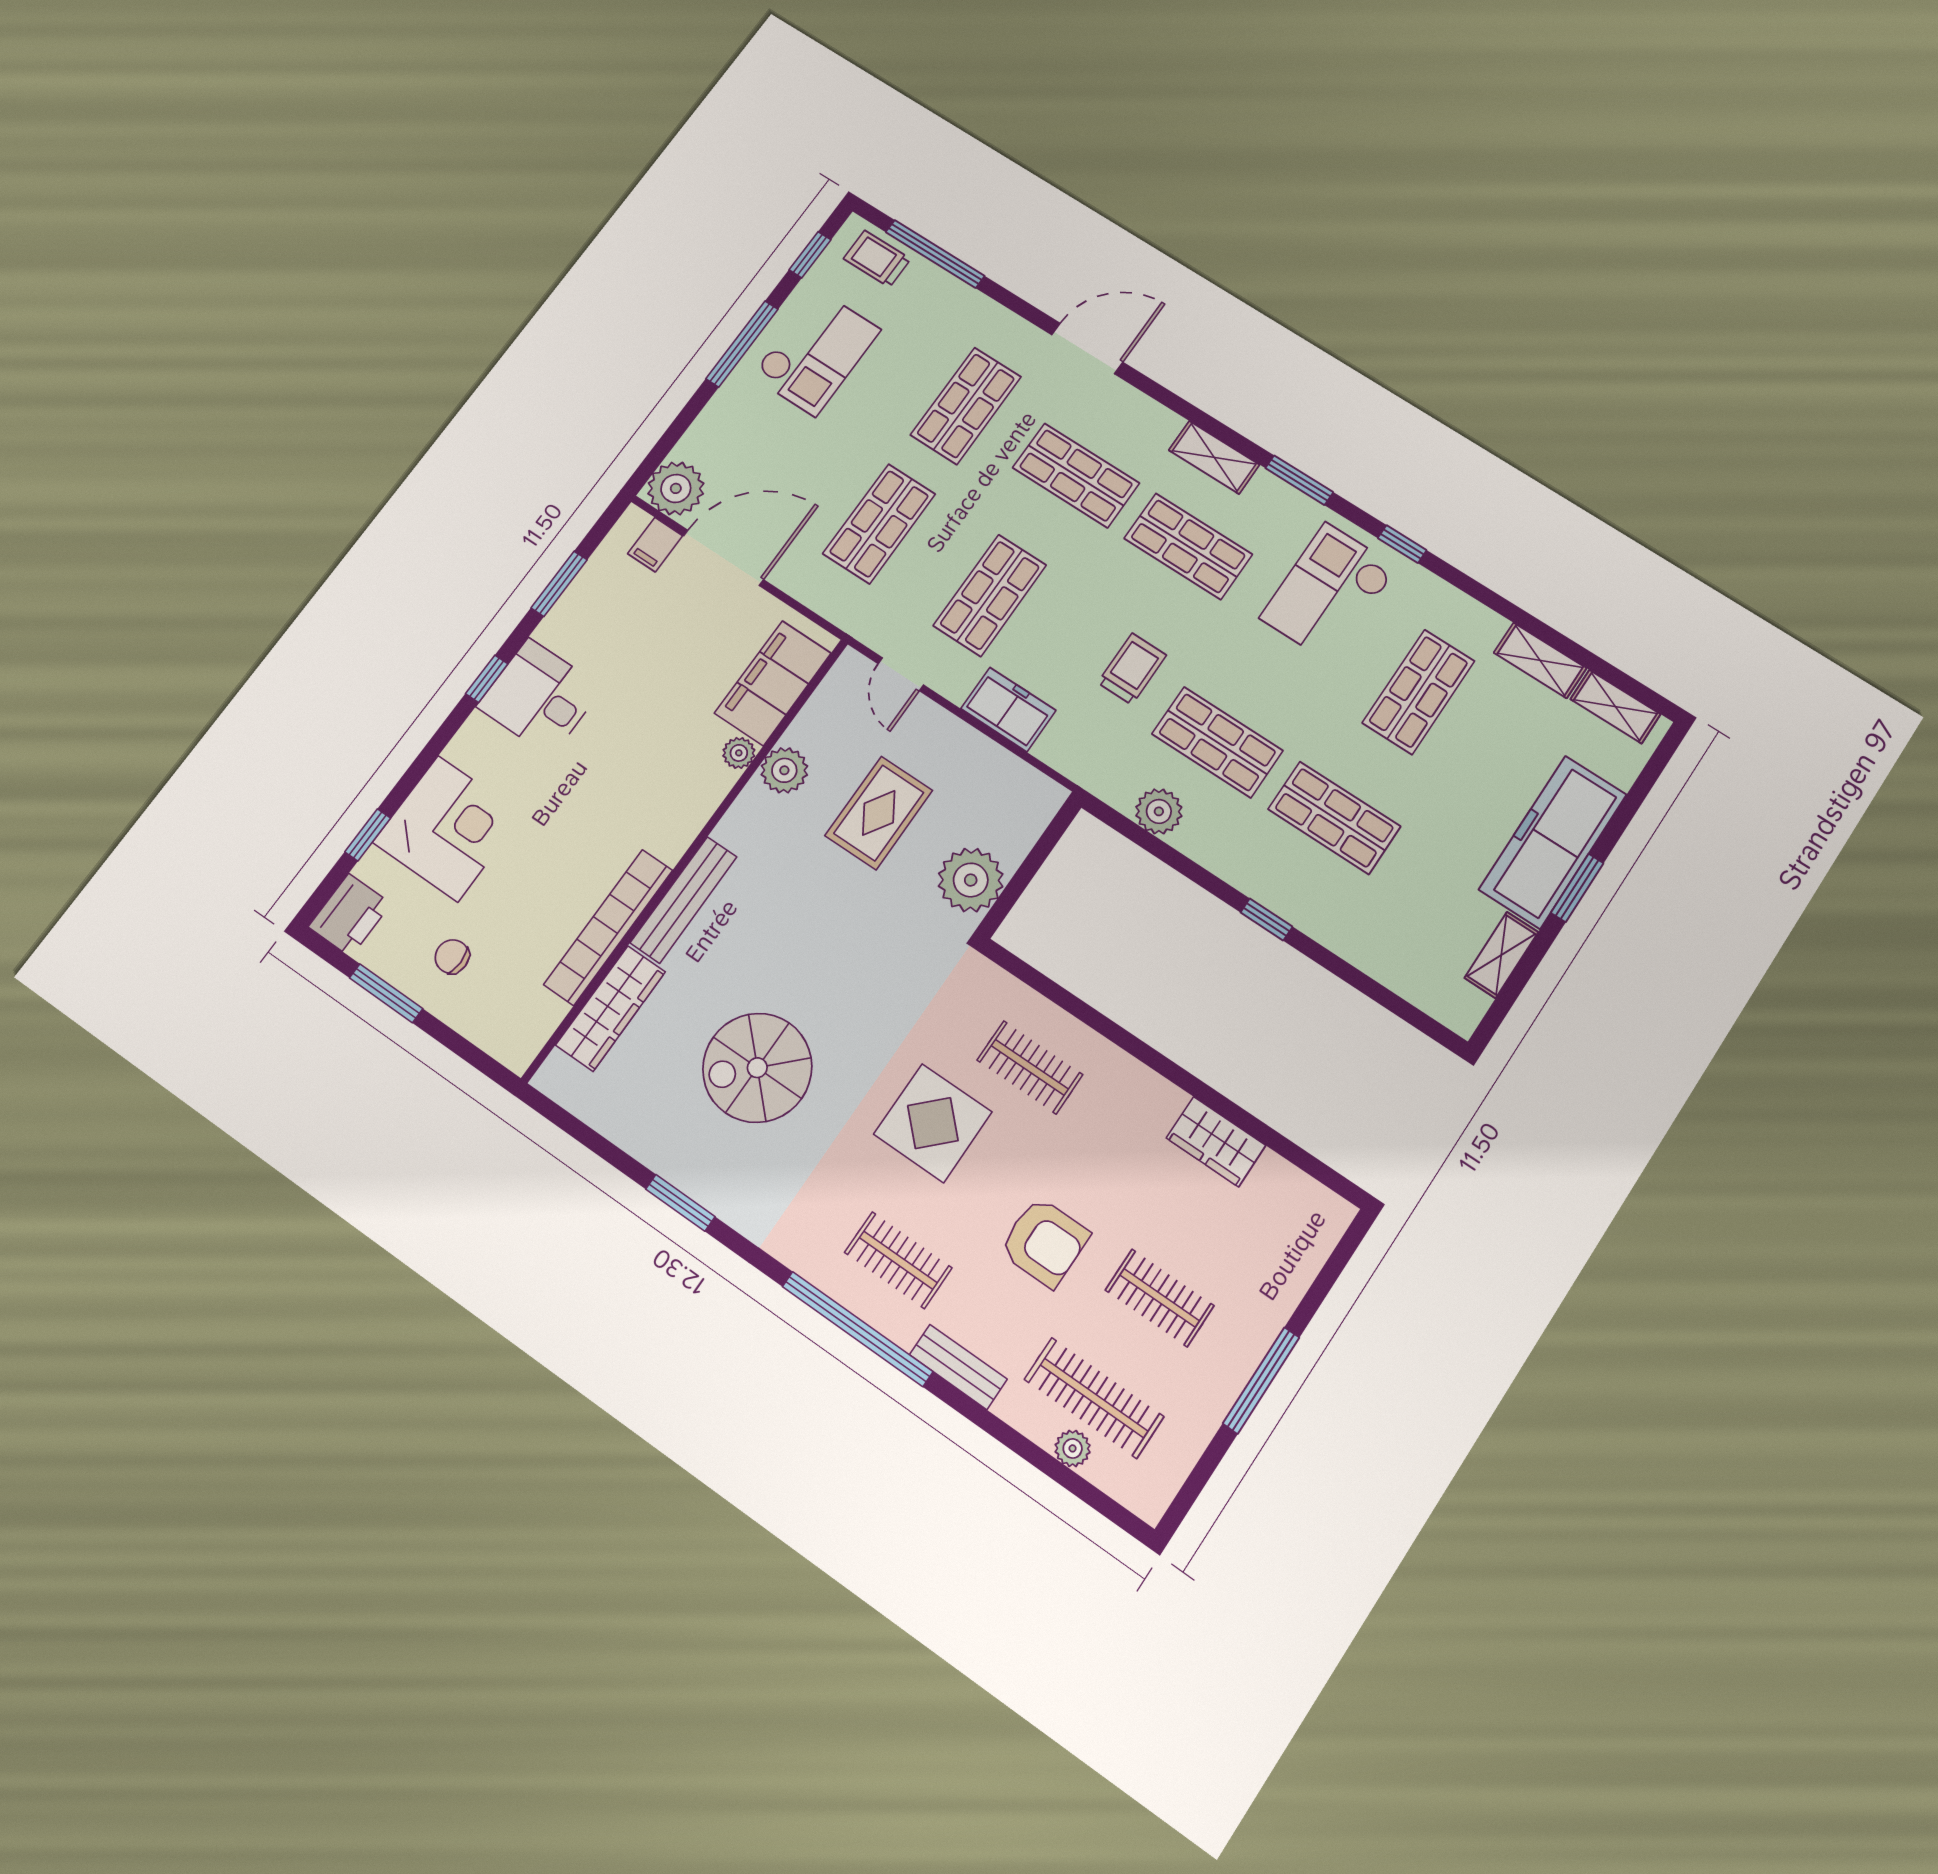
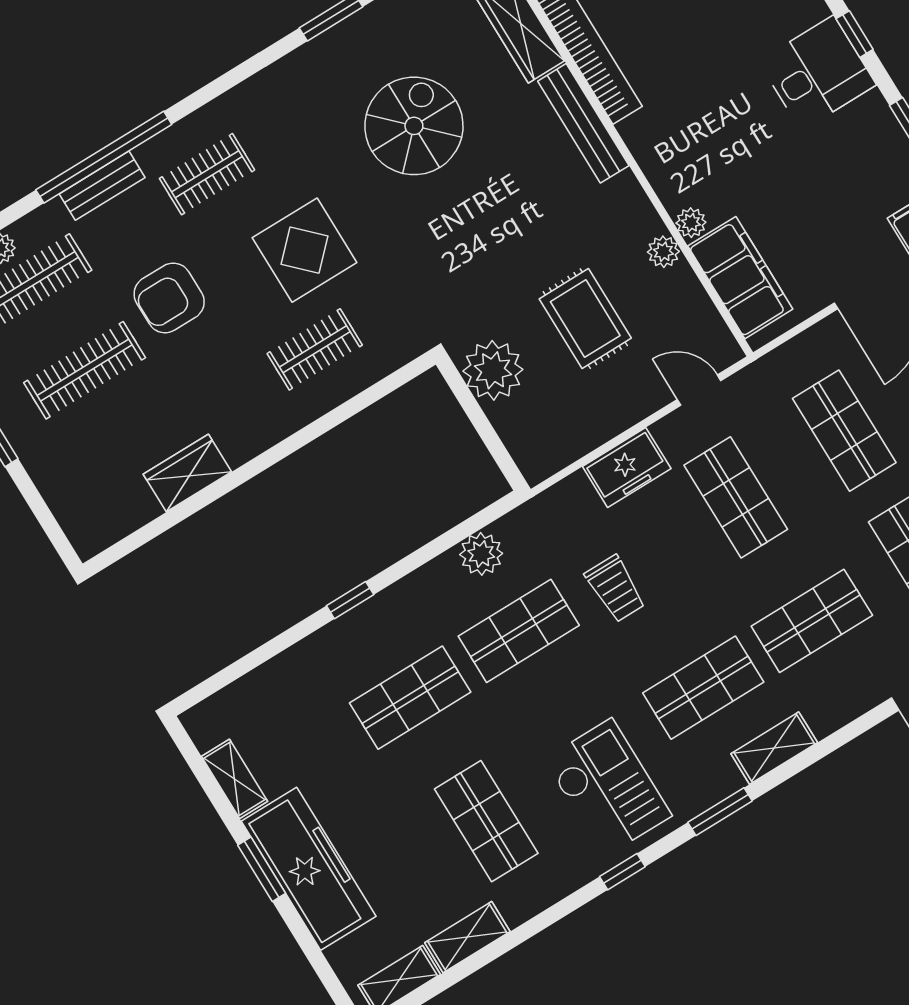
plant: (784, 770) -> (663, 252), width x0.73, depth x0.73
clothes rail: (1160, 1298) -> (85, 370), width x1.36
window: (857, 1329) -> (104, 157), moved

